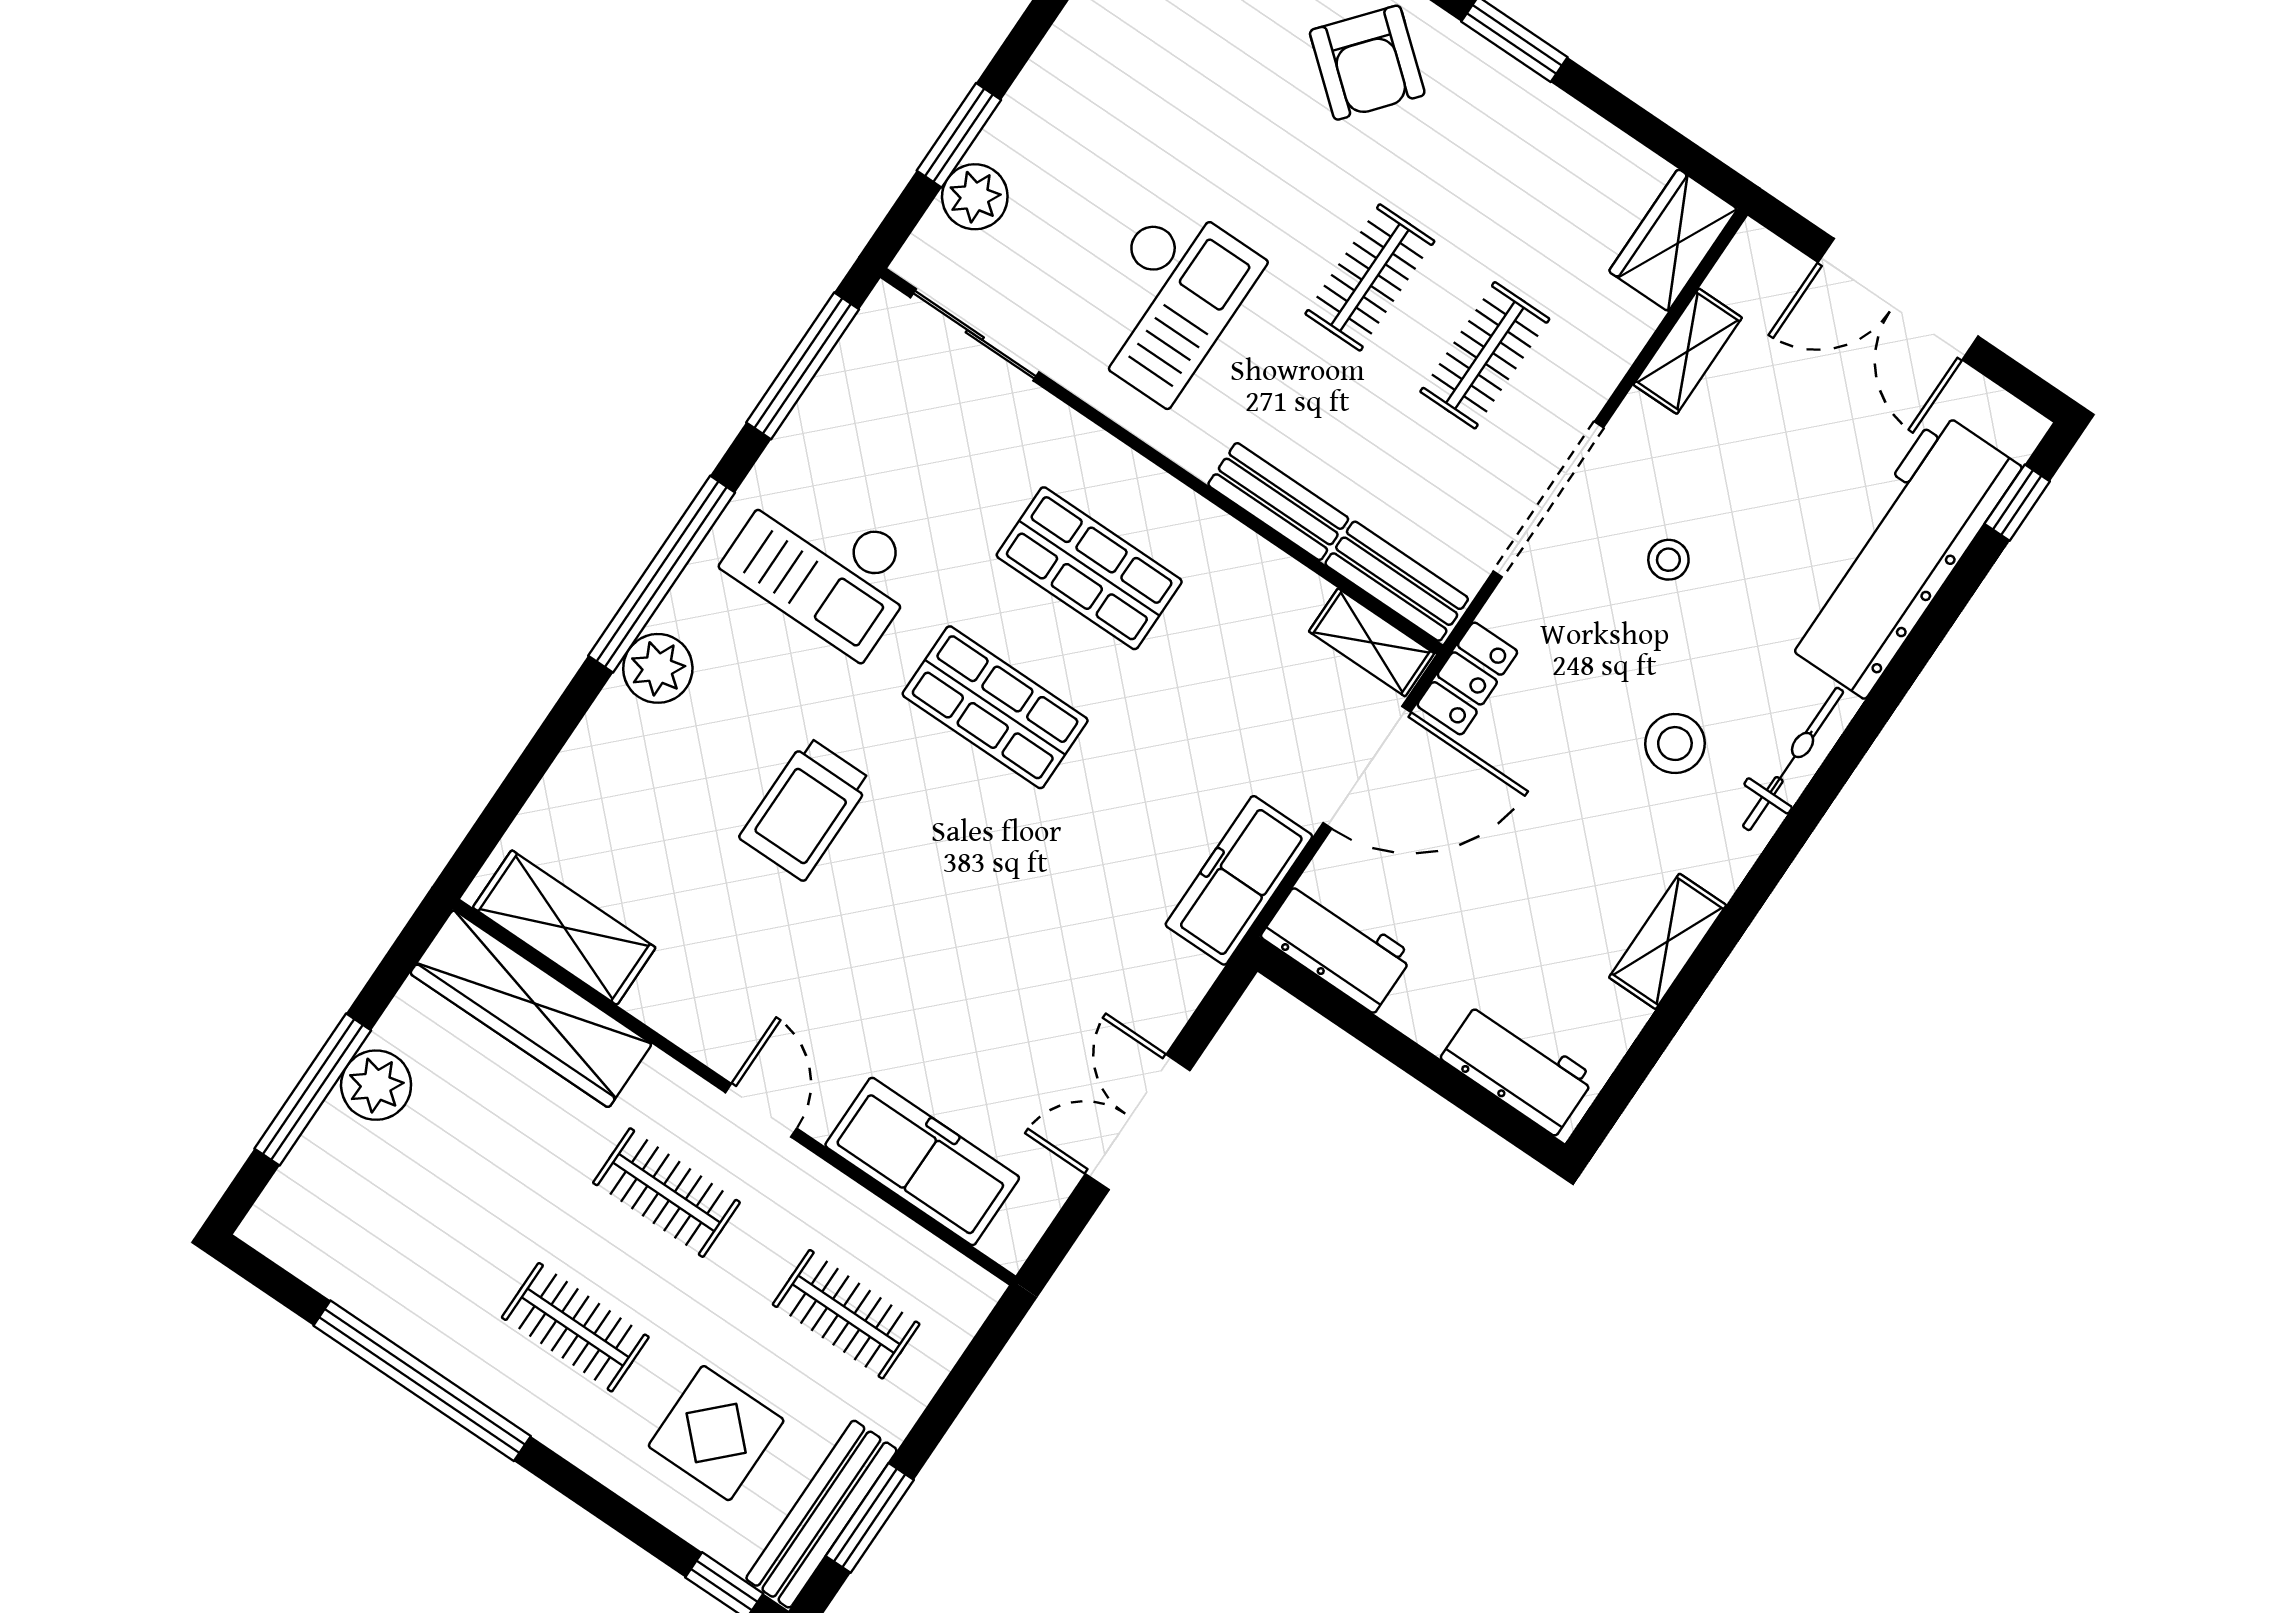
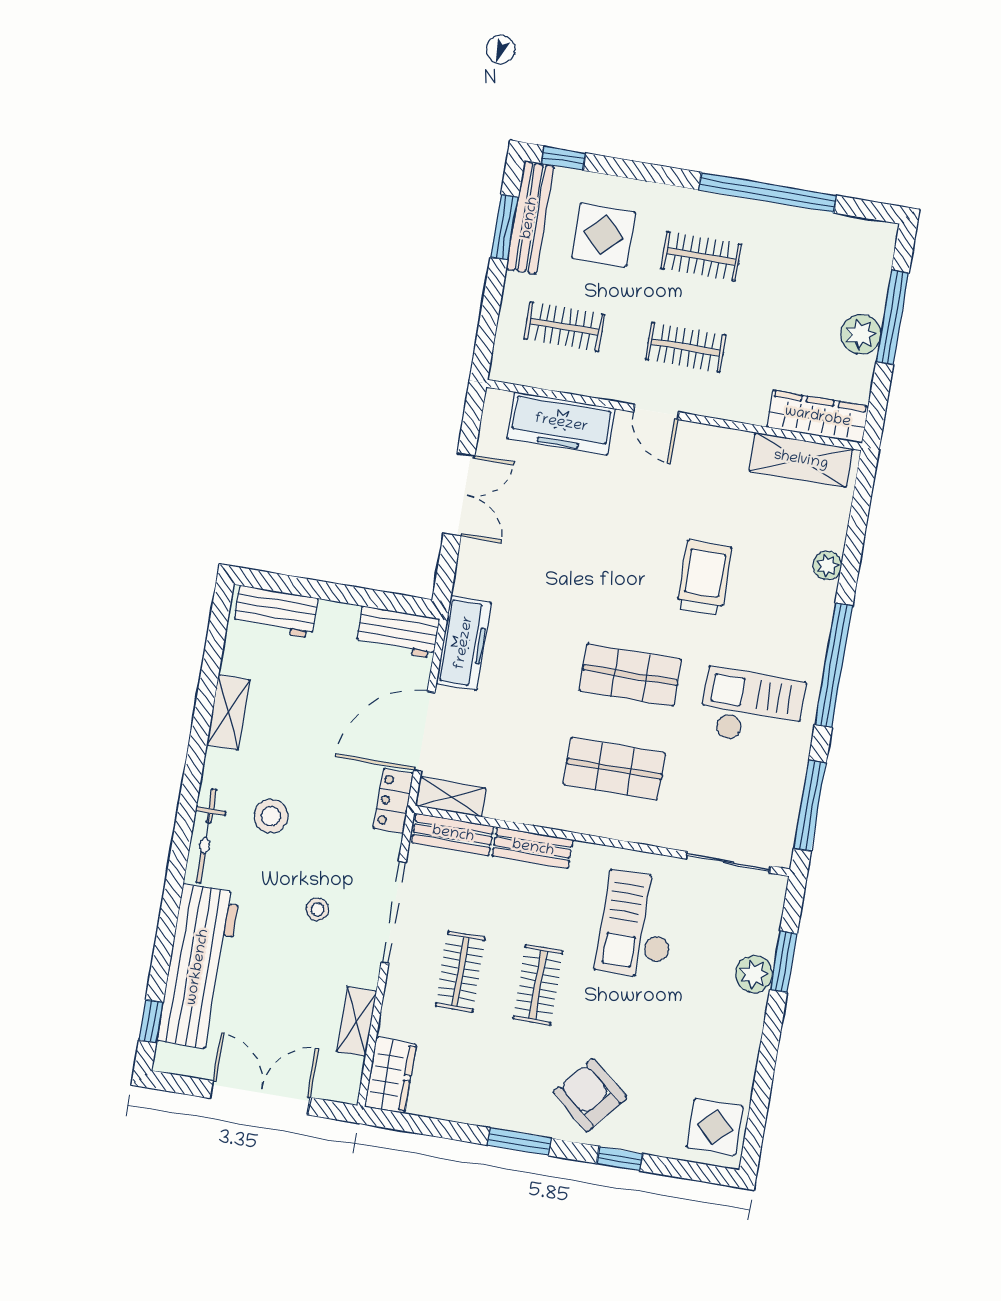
plant: (975, 197) -> (754, 974), moved
plant: (658, 668) -> (827, 566), moved, width x0.73, depth x0.73
wardrobe: (531, 1009) -> (818, 417), width x0.71, depth x0.85

